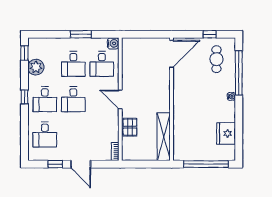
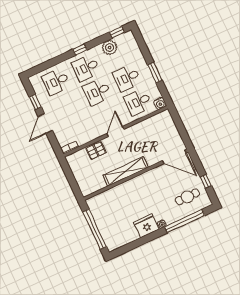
fridge: (226, 133) -> (146, 226), moved
shelving: (164, 137) -> (126, 171), moved

